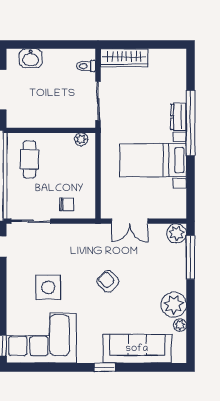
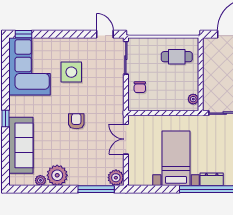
armchair: (108, 281) -> (76, 121), turned -45

